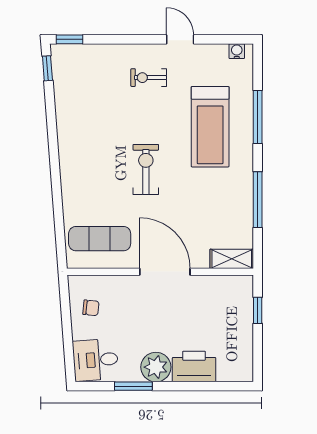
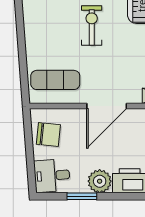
door: (165, 272) -> (107, 106), swing flipped
chair: (91, 308) -> (48, 135), width x1.87, depth x1.87

